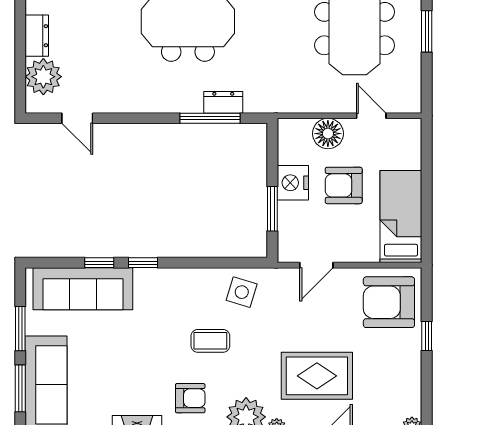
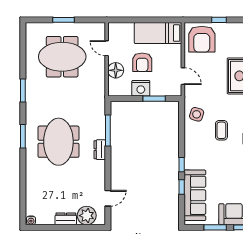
dresser: (223, 102) -> (100, 150), moved
door: (371, 116) -> (107, 48), hinge flipped

